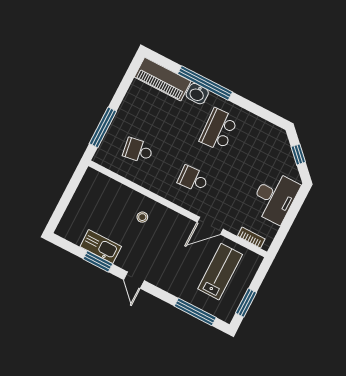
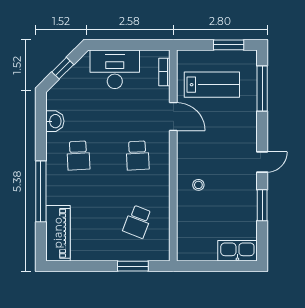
washbasin: (197, 94) -> (55, 121), moved
window: (103, 127) -> (133, 266), width x0.69
school desk: (219, 130) -> (78, 156), width x0.54
school desk: (138, 151) -> (138, 222), turned 30
kitchen sink: (101, 247) -> (237, 251), moved, turned 90
lab bench: (220, 272) -> (212, 85), turned 180

